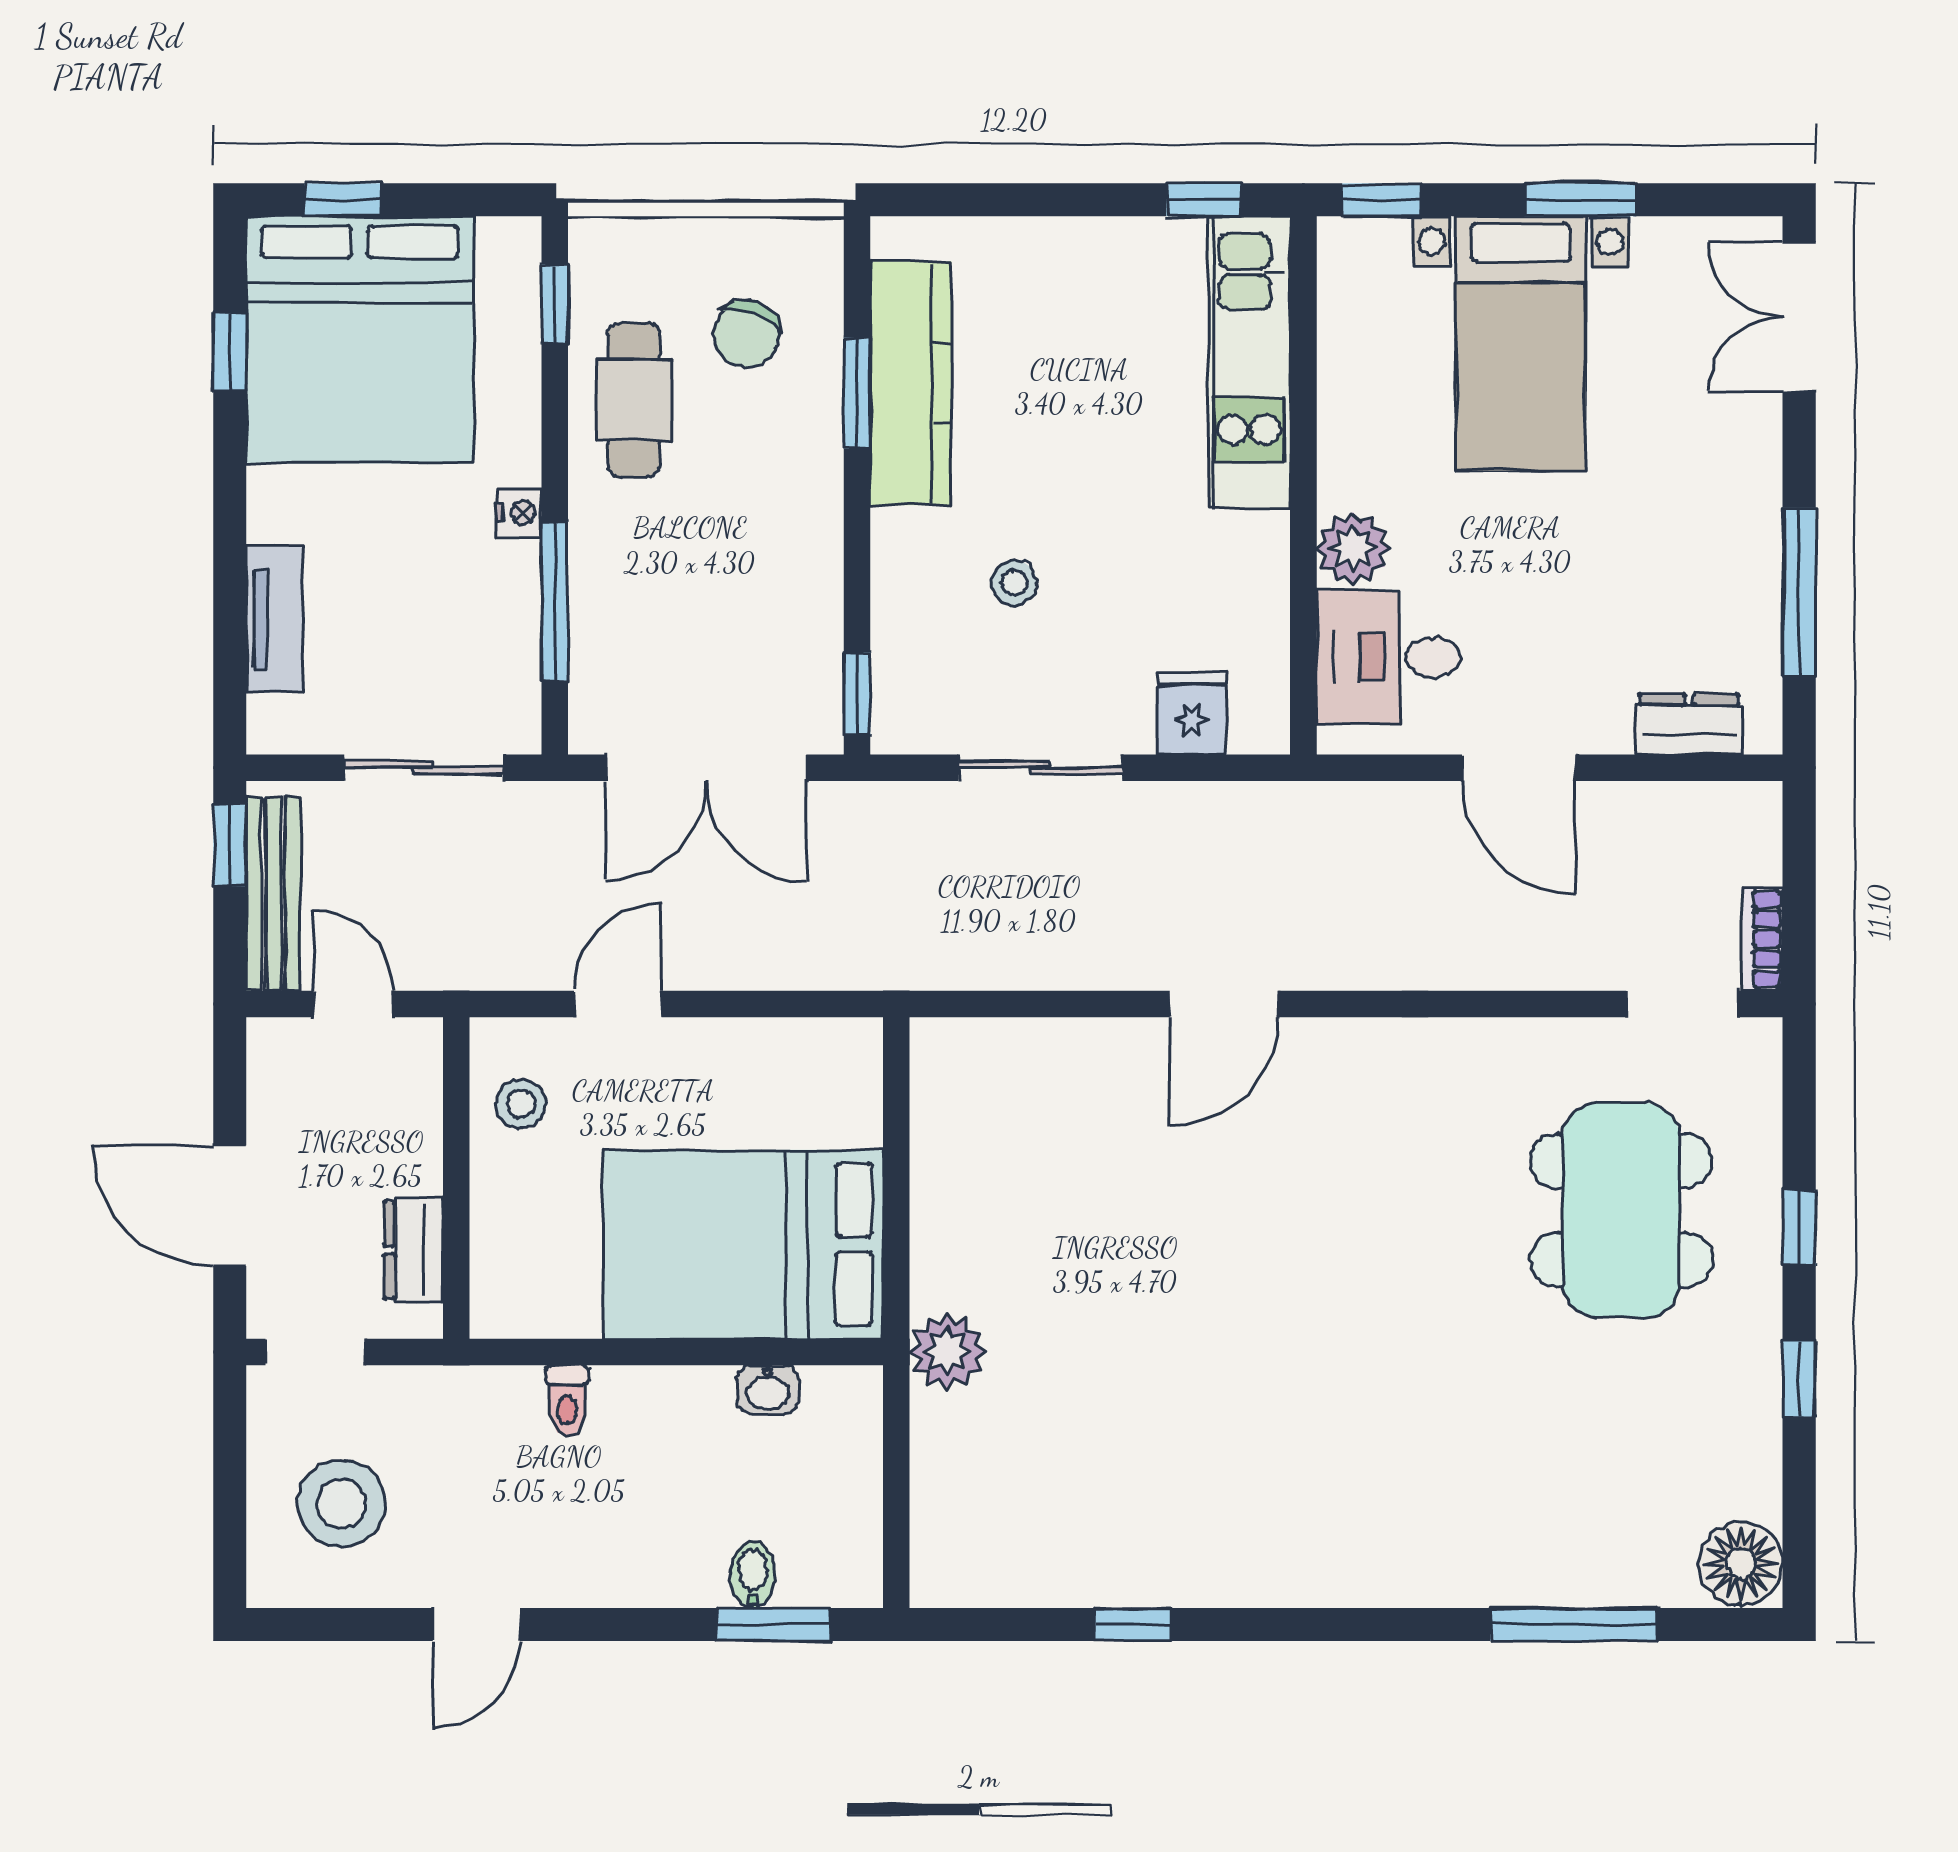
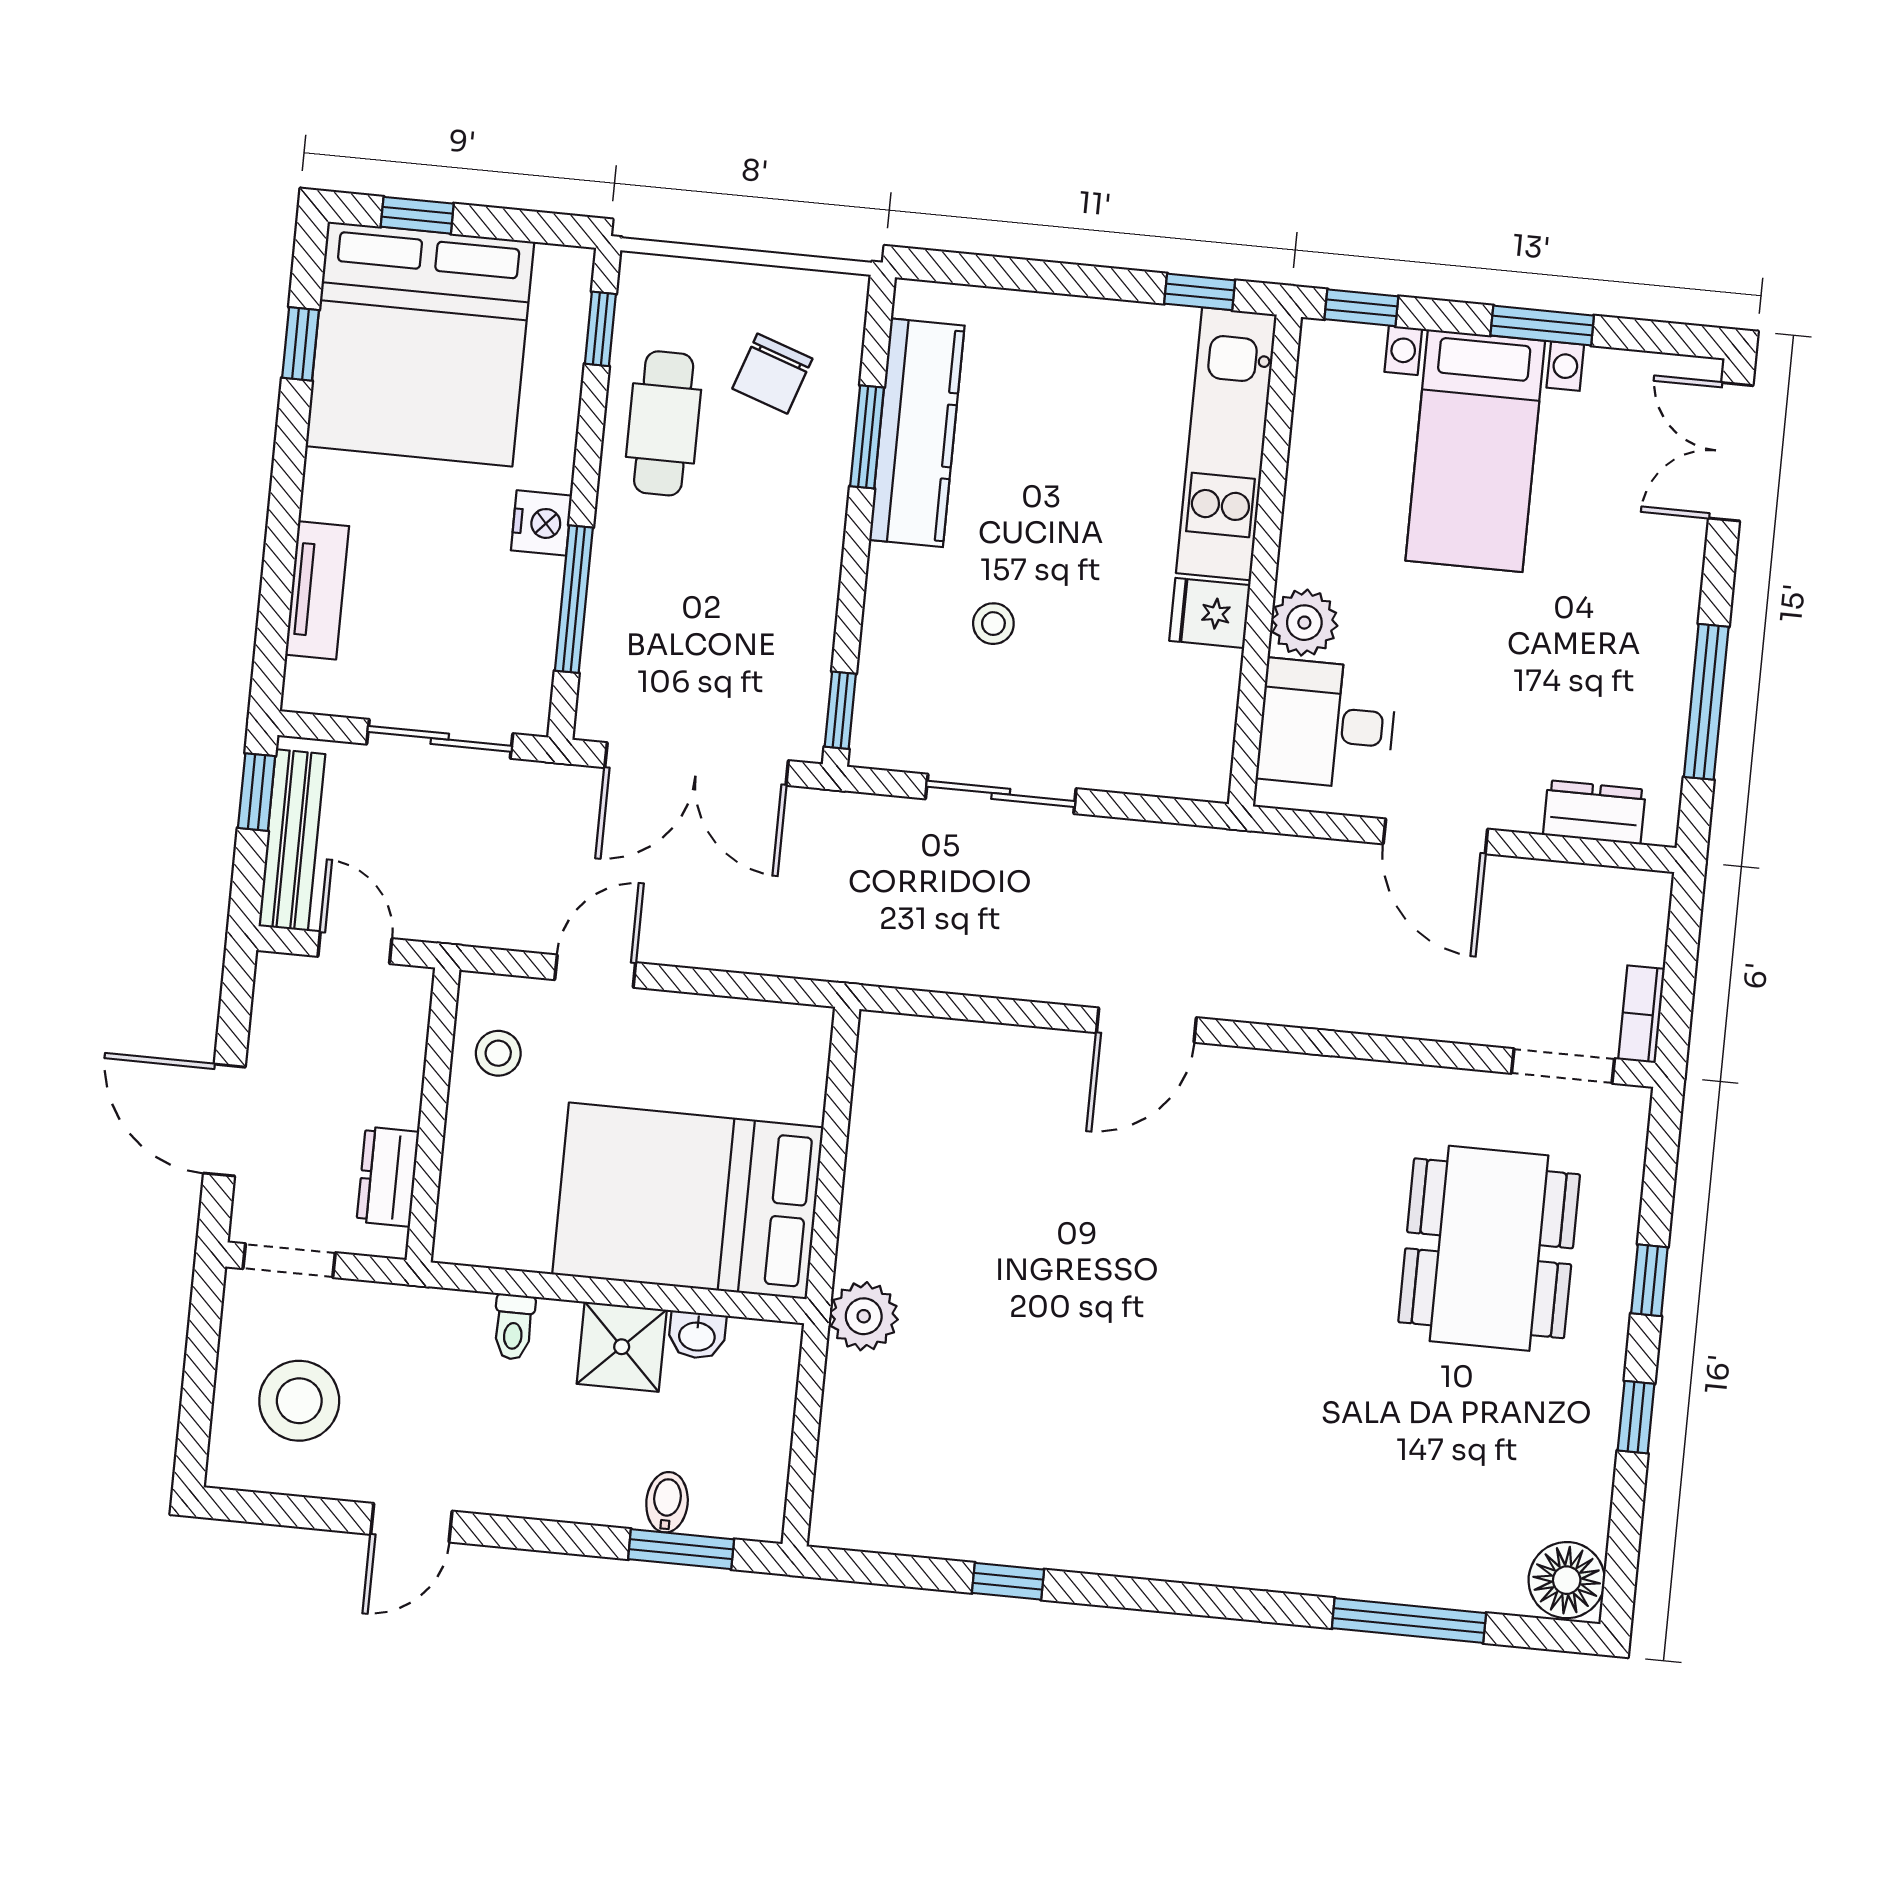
nightstand: (519, 512) -> (541, 523), width x1.39, depth x1.35
fridge: (1192, 713) -> (1210, 613), moved, turned -90
shower: (687, 1410) -> (622, 1347), added

